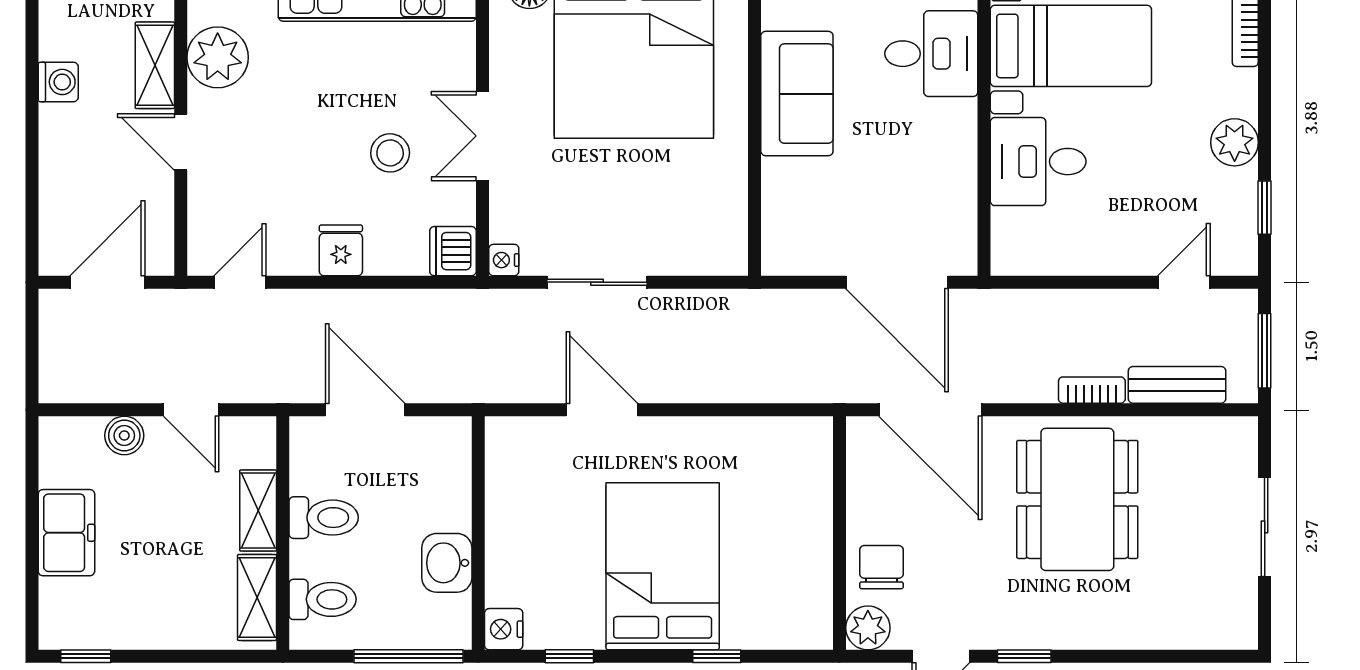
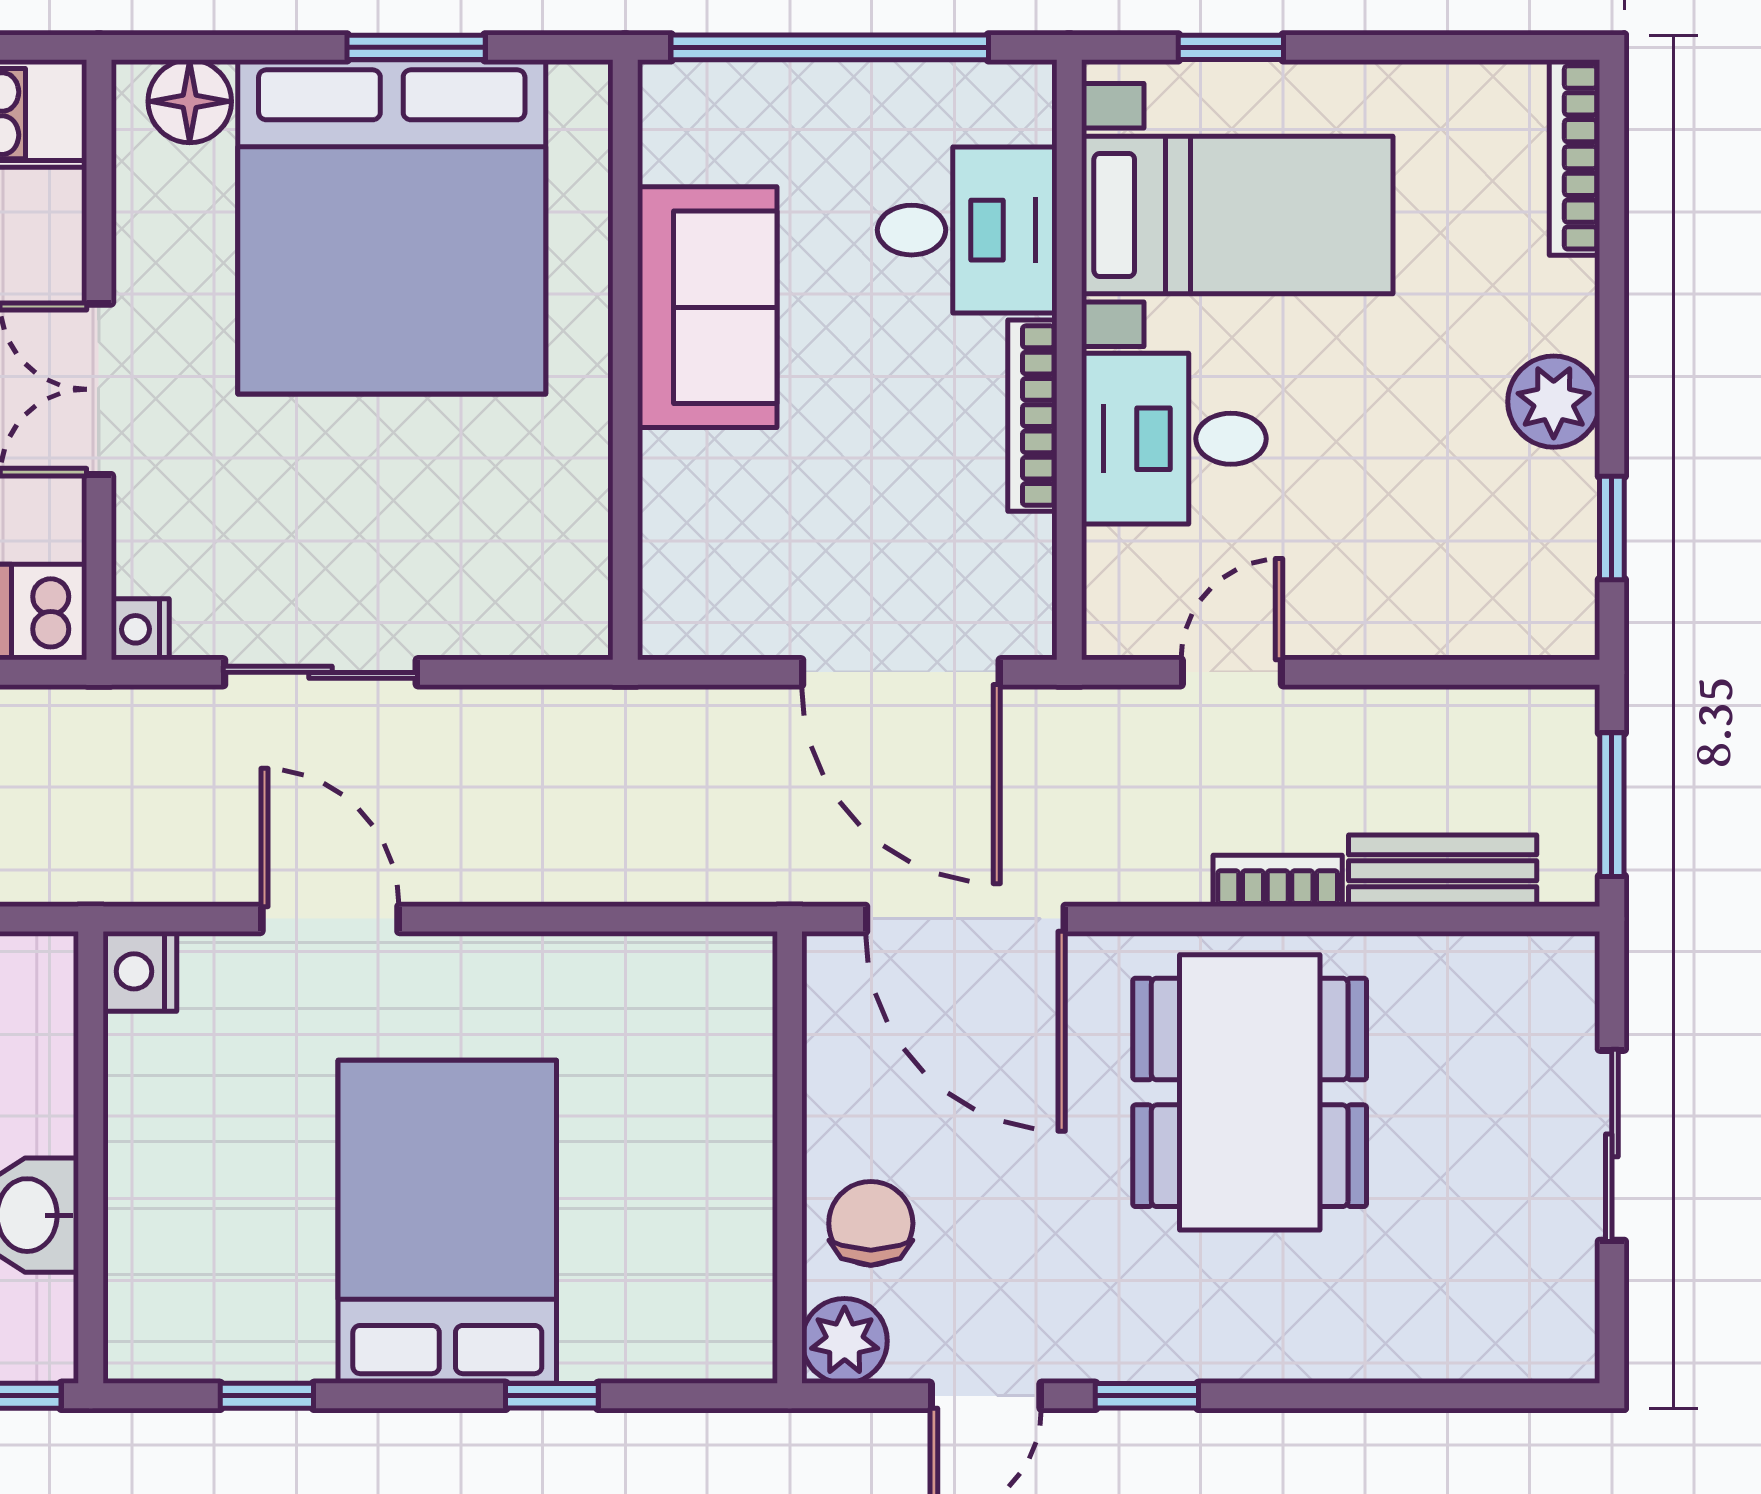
bookcase: (965, 150) -> (1032, 416), added
door: (1184, 282) -> (1232, 672), moved
nightstand: (504, 629) -> (140, 971), moved

